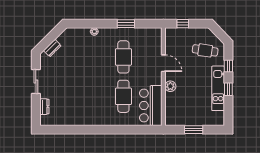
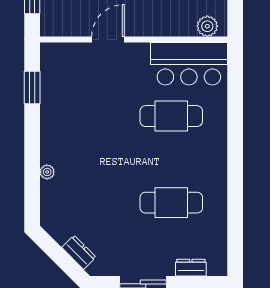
window: (126, 24) -> (32, 87), moved
cafe table: (123, 57) -> (171, 203), moved
plant: (170, 86) -> (207, 26), moved

